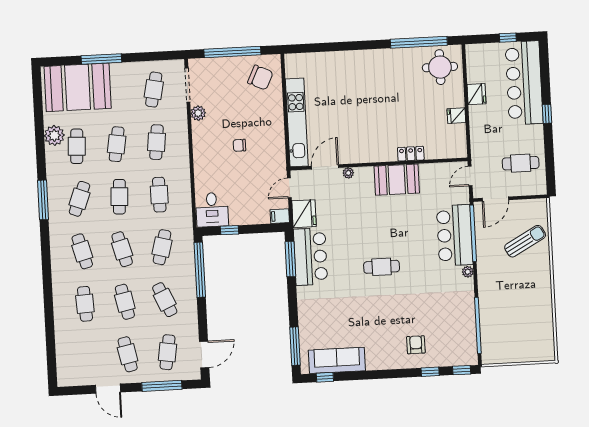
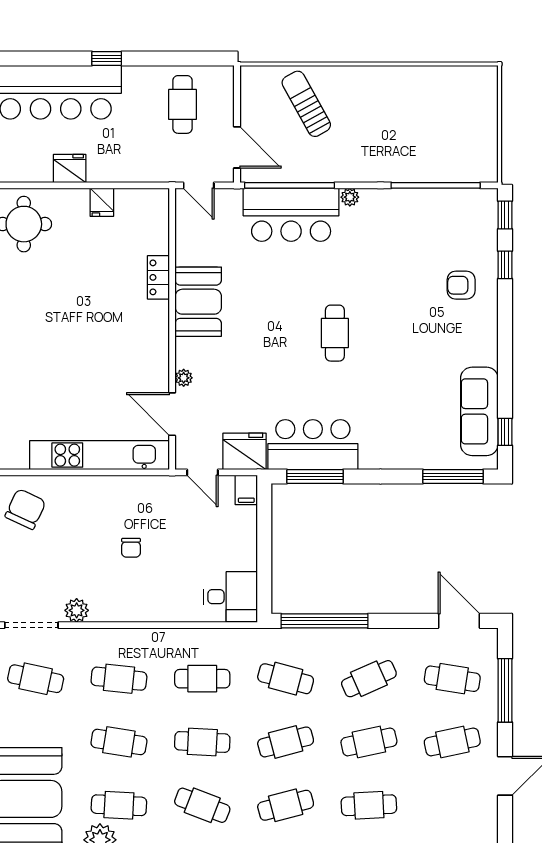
window: (229, 230) -> (264, 571), removed

